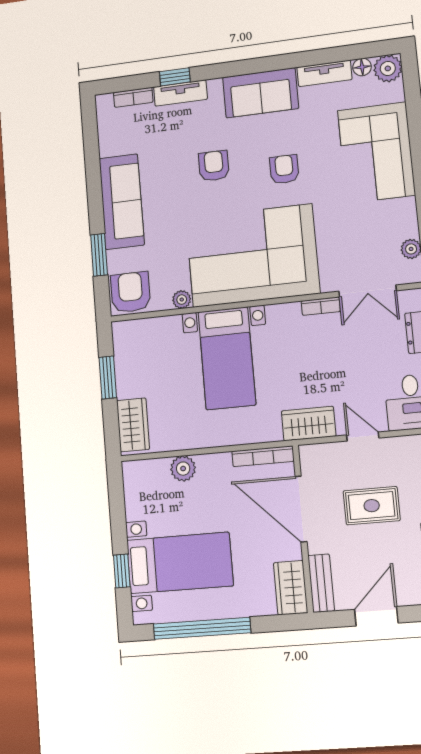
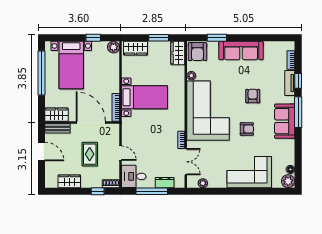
window: (239, 68) -> (298, 112), added
tv unit: (324, 73) -> (290, 152), removed
armchair: (214, 166) -> (253, 96), turned -90
double door: (368, 291) -> (186, 162), swing flipped
armchair: (131, 292) -> (197, 52), turned 90
bed with nightstands: (227, 358) -> (144, 97), moved, turned 180
wardrobe: (309, 424) -> (178, 53), moved, turned 180
door: (363, 436) -> (121, 153), hinge flipped
plant: (183, 469) -> (113, 47), moved
door: (301, 509) -> (91, 122), hinge flipped
window: (122, 571) -> (93, 38), moved

